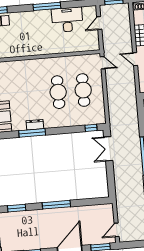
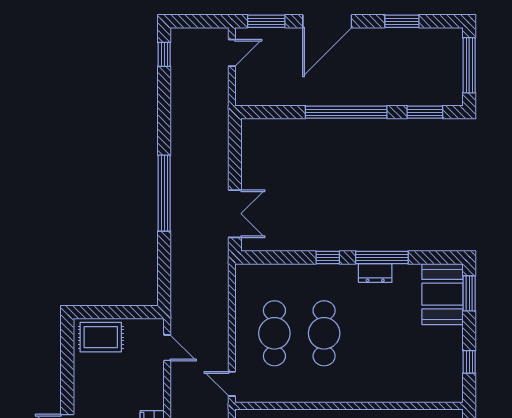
door: (135, 59) -> (167, 348), moved
window: (91, 128) -> (328, 258), moved
window: (56, 205) -> (346, 112), width x1.46

